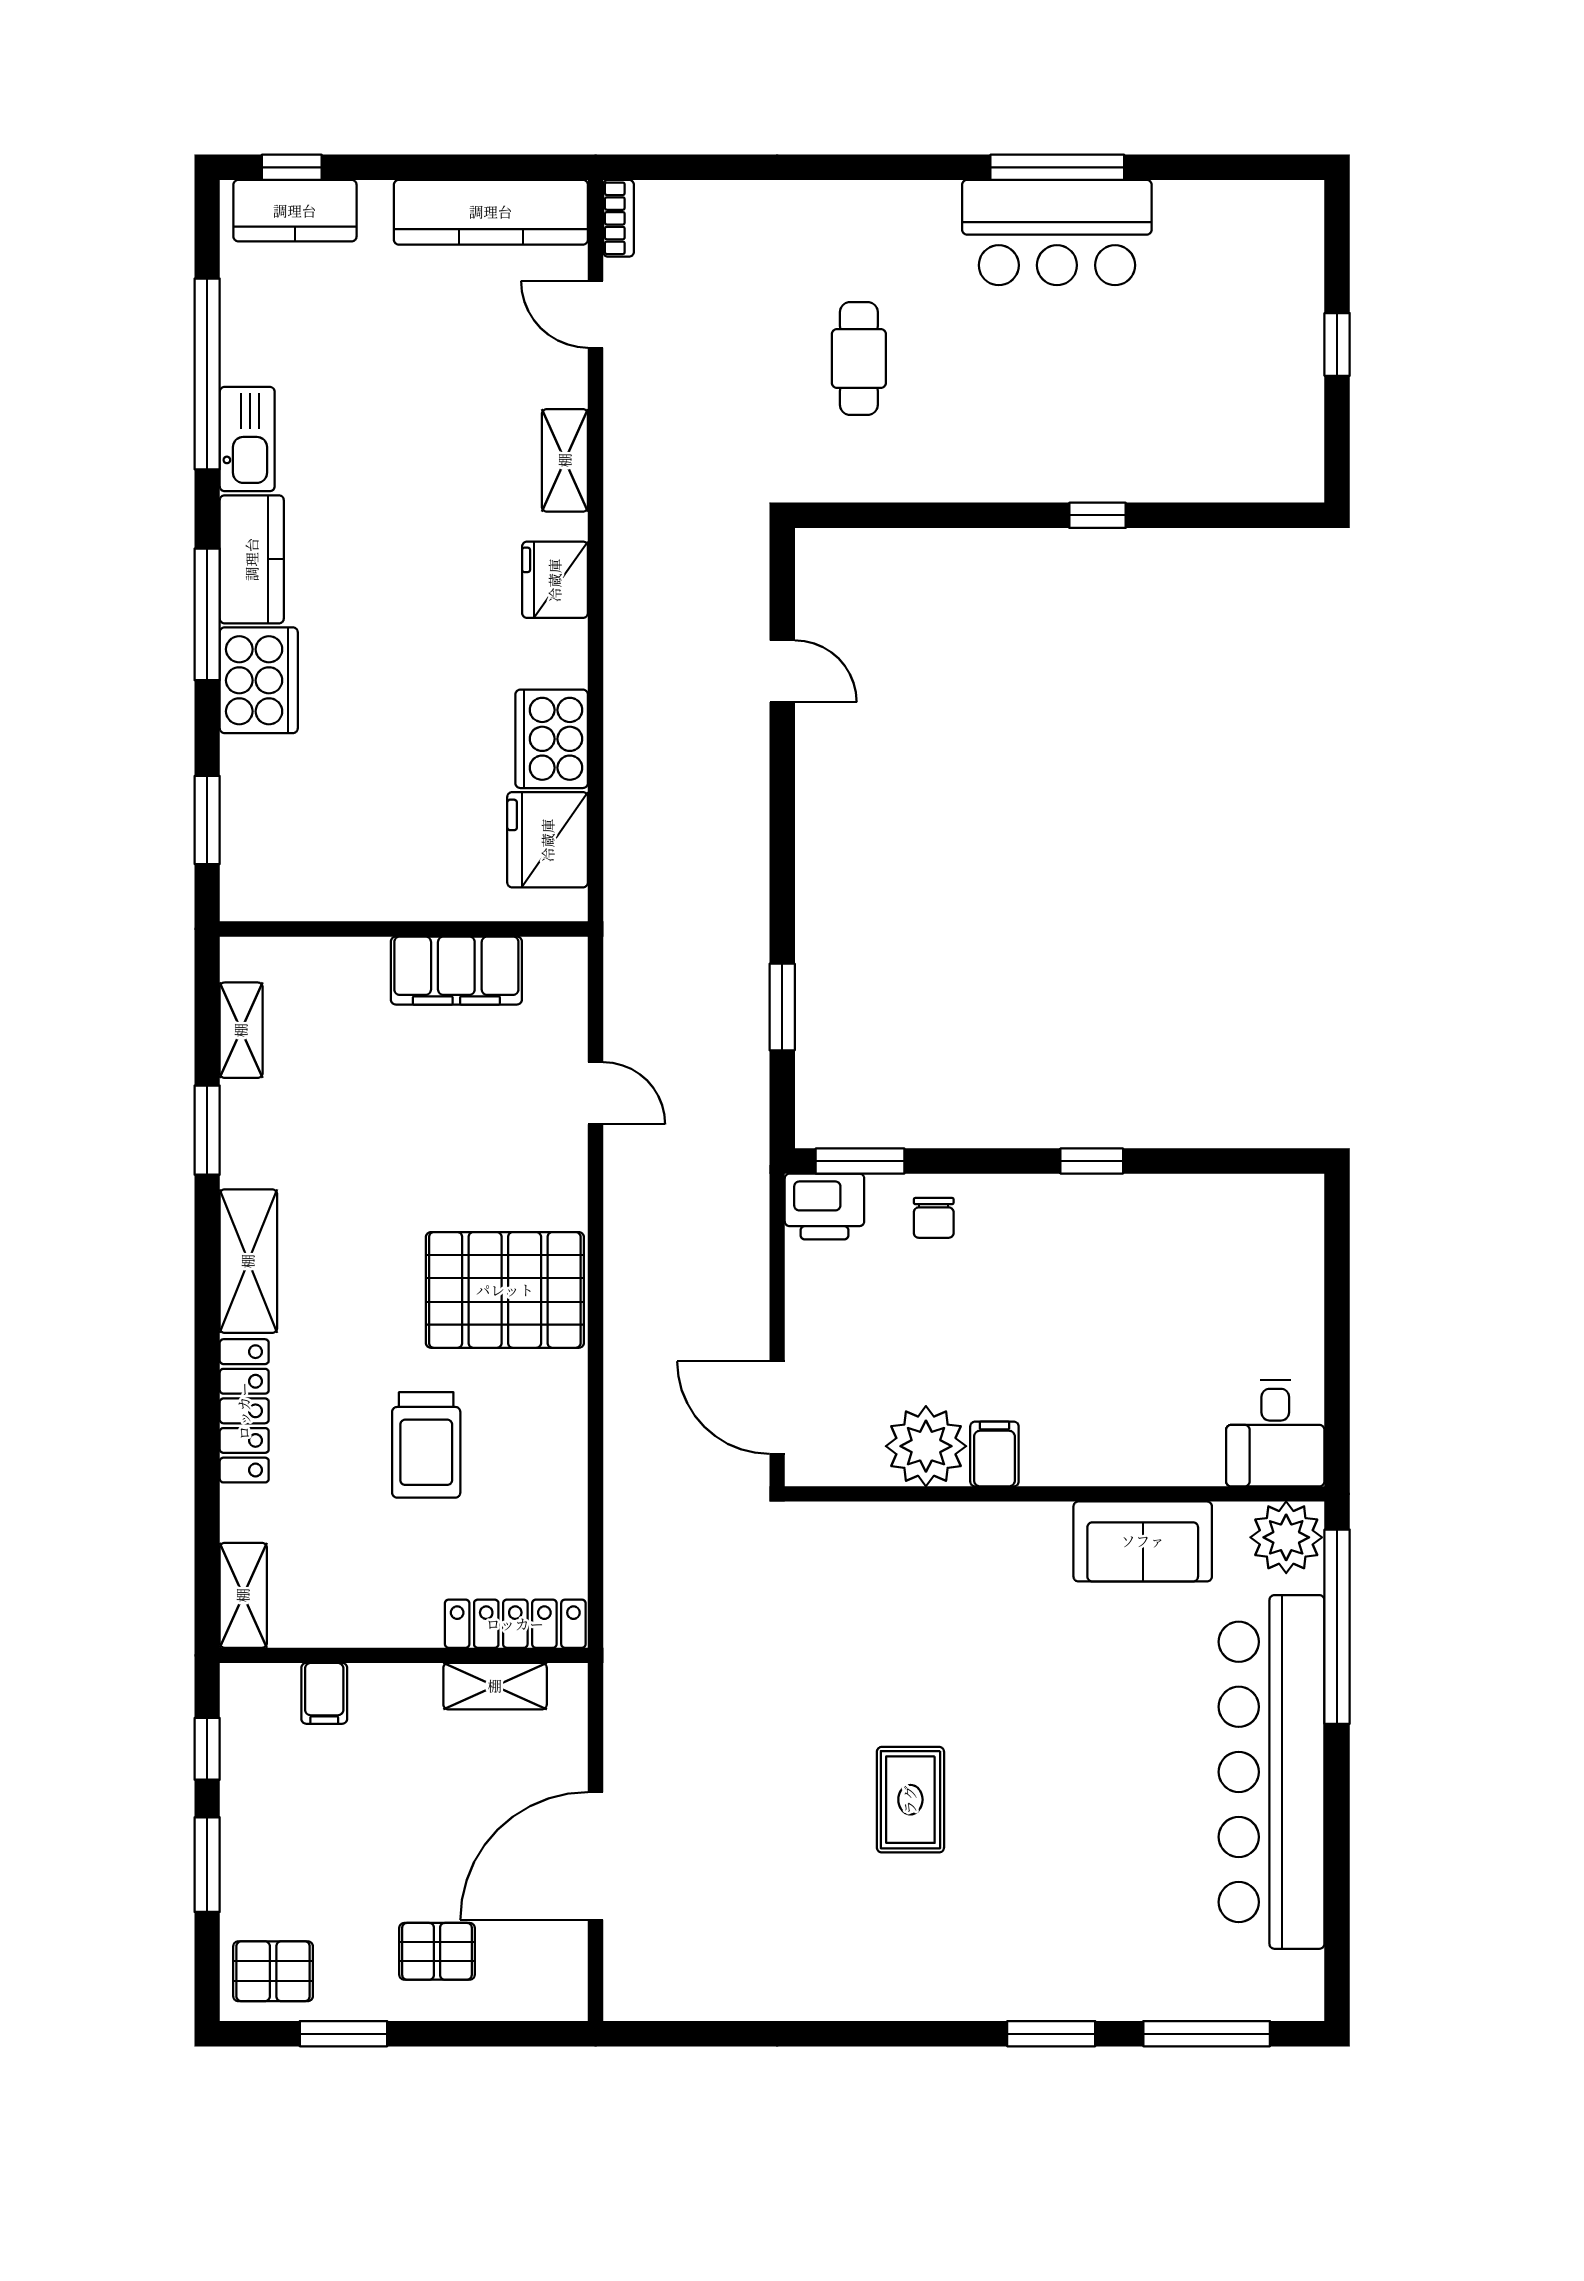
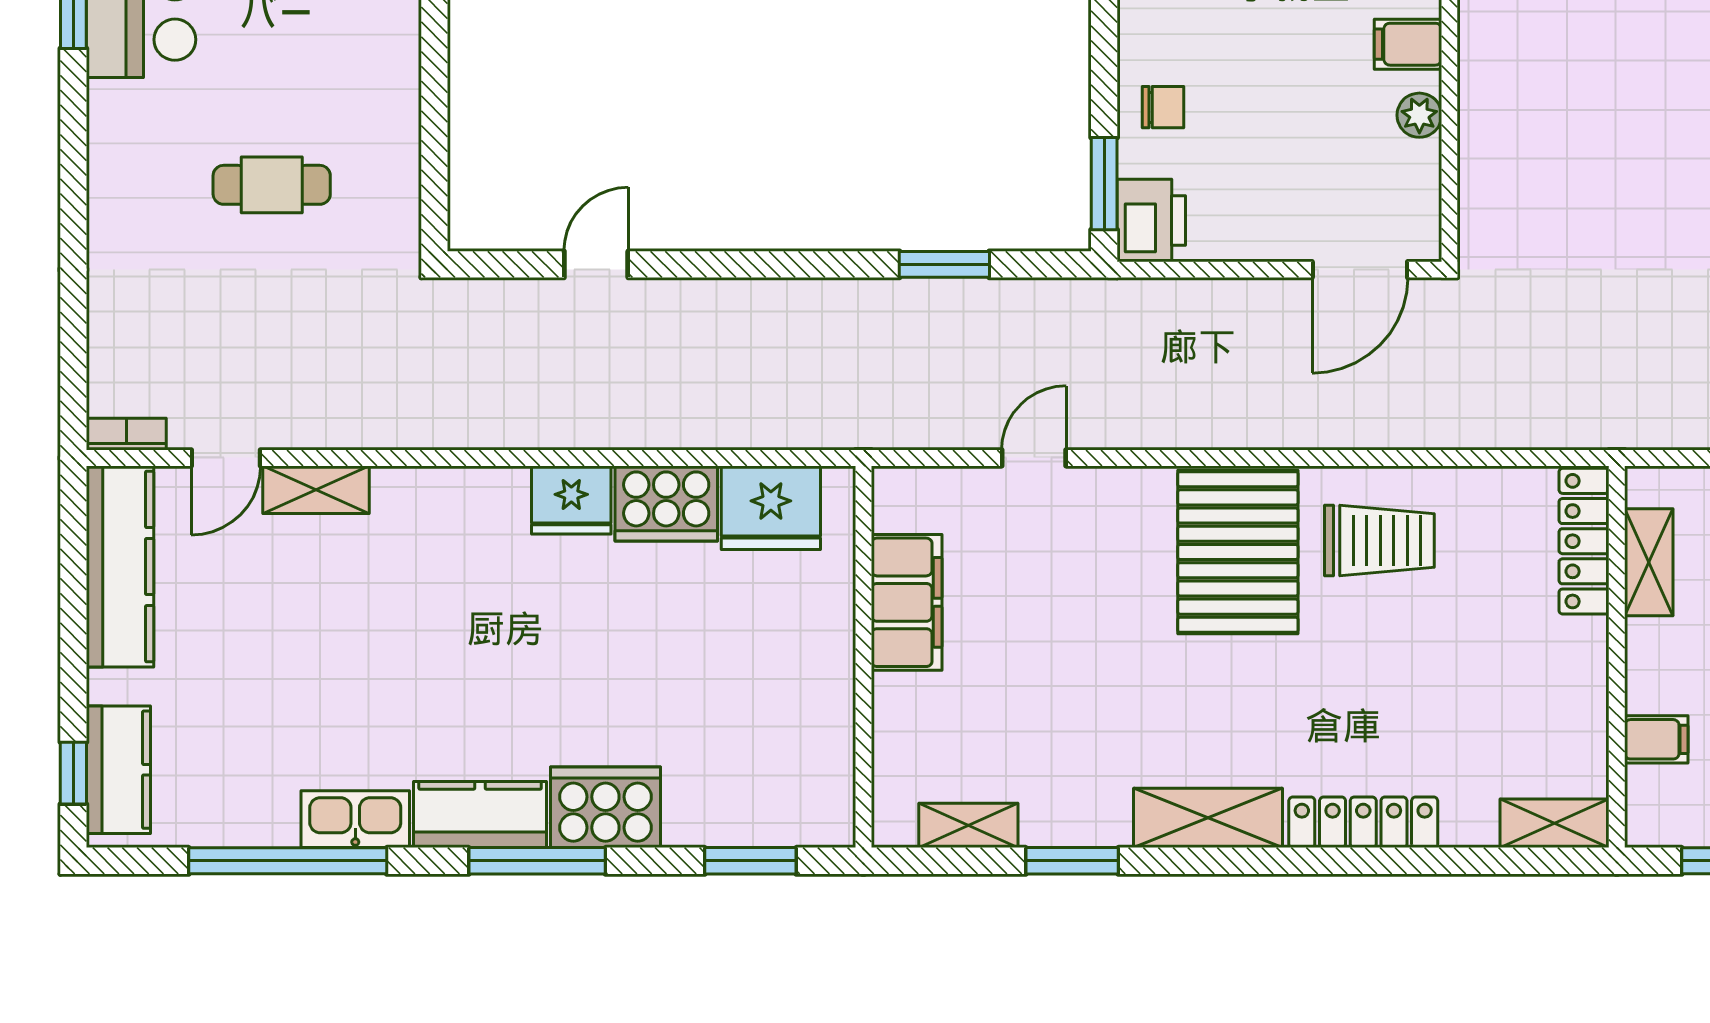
shelving: (565, 460) -> (316, 490), moved
fridge: (555, 580) -> (571, 500), moved
trolley: (426, 1445) -> (1379, 541), moved
plant: (926, 1446) -> (1419, 115), width x0.53, depth x0.53

